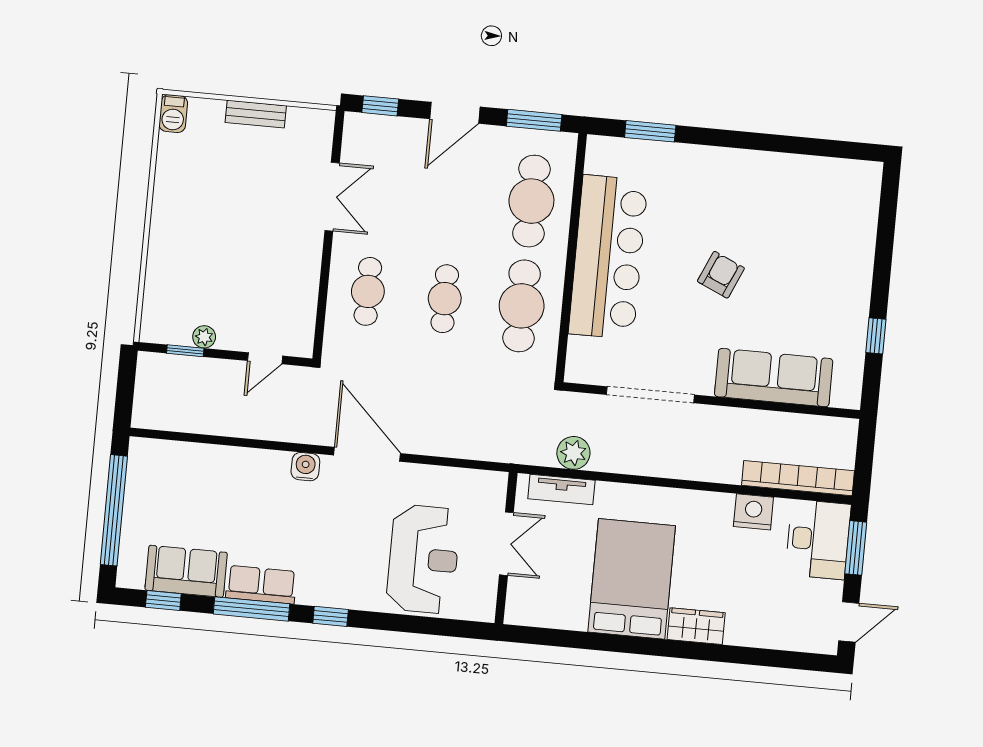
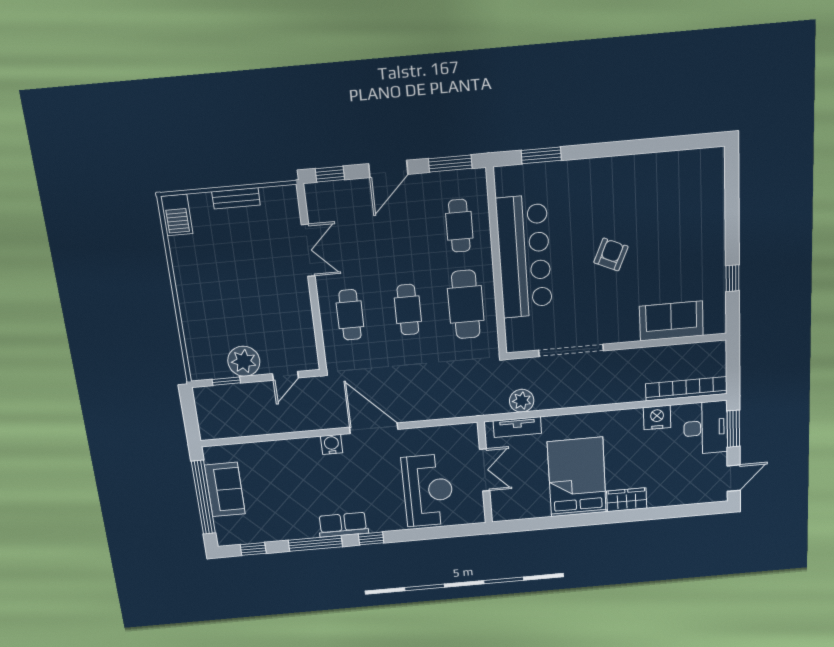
barbecue: (173, 114) -> (177, 215), width x1.38, depth x1.27
cafe table: (531, 201) -> (459, 226), width x0.73, depth x0.74
plant: (204, 337) -> (244, 361), width x1.88, depth x1.88
sofa: (774, 378) -> (671, 321), width x0.73
sofa: (186, 571) -> (225, 490), moved, turned 90
row of seats: (261, 585) -> (343, 525), moved

